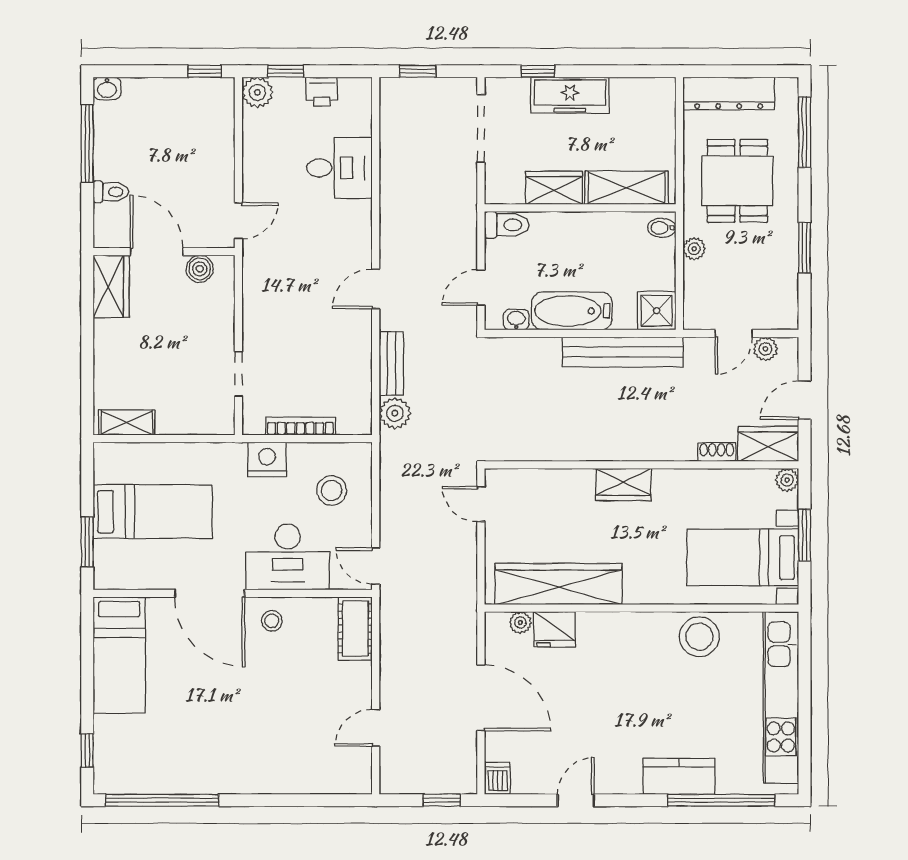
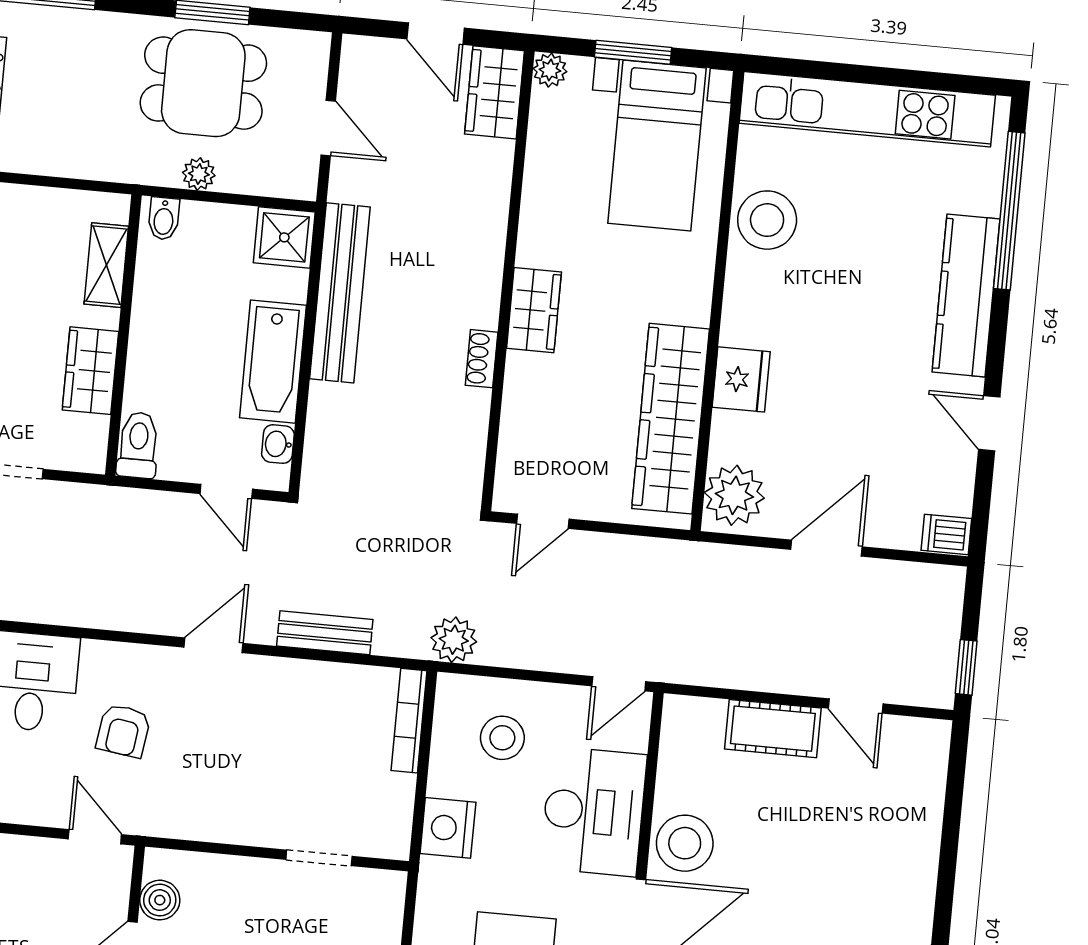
dining table: (737, 181) -> (203, 83), moved
shelving: (626, 188) -> (106, 265), width x0.67, depth x0.75
armchair: (312, 233) -> (123, 731), added
door: (376, 289) -> (214, 645), swing flipped
plant: (765, 349) -> (355, 84), removed
plant: (395, 413) -> (454, 640), moved
bookcase: (300, 426) -> (409, 721), moved
shoe rack: (717, 452) -> (482, 359), moved
stool: (272, 621) -> (685, 843), width x1.89, depth x1.89
plant: (520, 623) -> (734, 495), width x1.88, depth x1.88
cot: (355, 629) -> (773, 729), moved
fridge: (554, 629) -> (741, 379), moved
door: (481, 698) -> (826, 548), width x0.73
kitchen counter: (679, 776) -> (966, 296), width x1.50
window: (442, 800) -> (966, 667), moved

